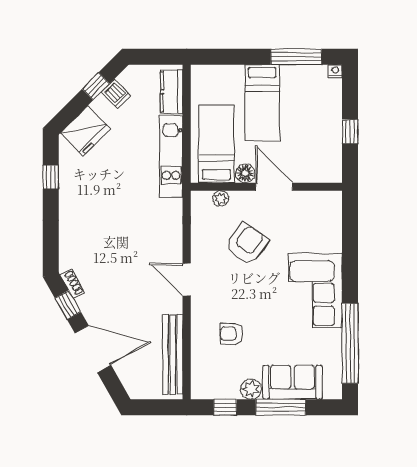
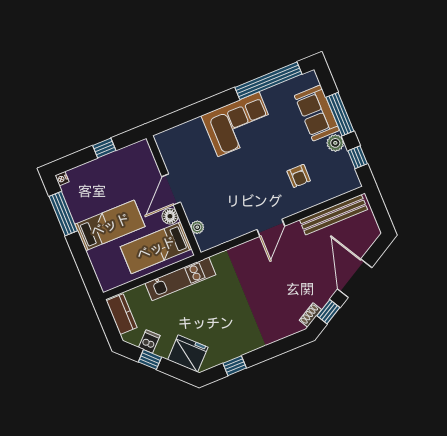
kitchen counter: (172, 92) -> (122, 314), moved, turned -90
armchair: (247, 244) -> (224, 192), removed

